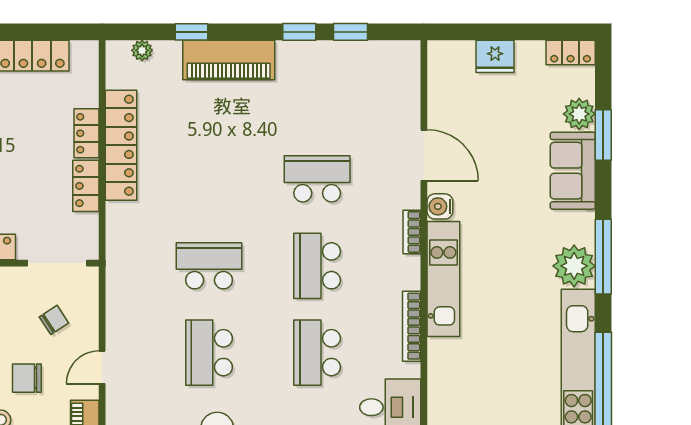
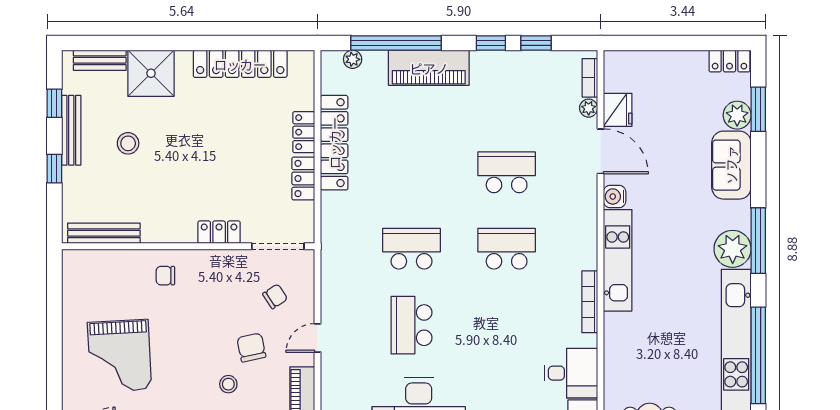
window: (191, 32) -> (396, 43), width x3.17
fridge: (495, 56) -> (618, 110), moved, turned -90
plant: (410, 106) -> (589, 108), added
window: (603, 135) -> (758, 109), moved
bookcase: (412, 232) -> (590, 78), moved
school desk: (317, 266) -> (507, 249), turned 90
school desk: (317, 353) -> (507, 325), removed
chair: (27, 378) -> (251, 347), turned 78

